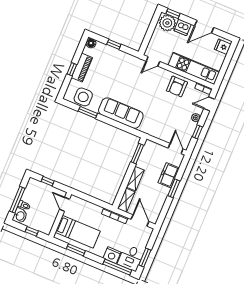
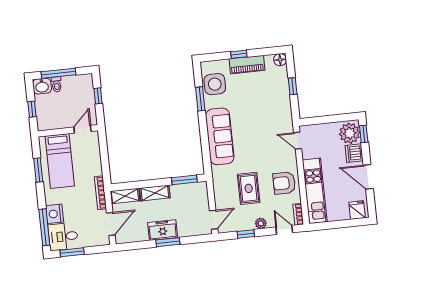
rug: (167, 113) -> (249, 188), added
freezer: (169, 175) -> (163, 230), moved

